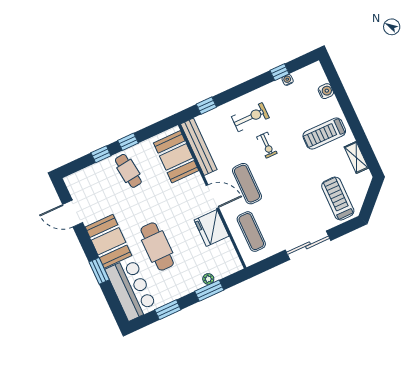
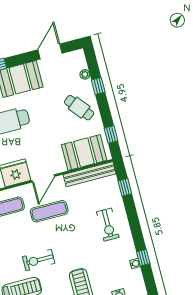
window: (128, 142) -> (111, 134), moved
exercise bike: (267, 145) -> (39, 260), moved, width x1.38, depth x1.39
plant: (91, 171) -> (85, 74), added
cafe table: (128, 171) -> (79, 108), turned 58

